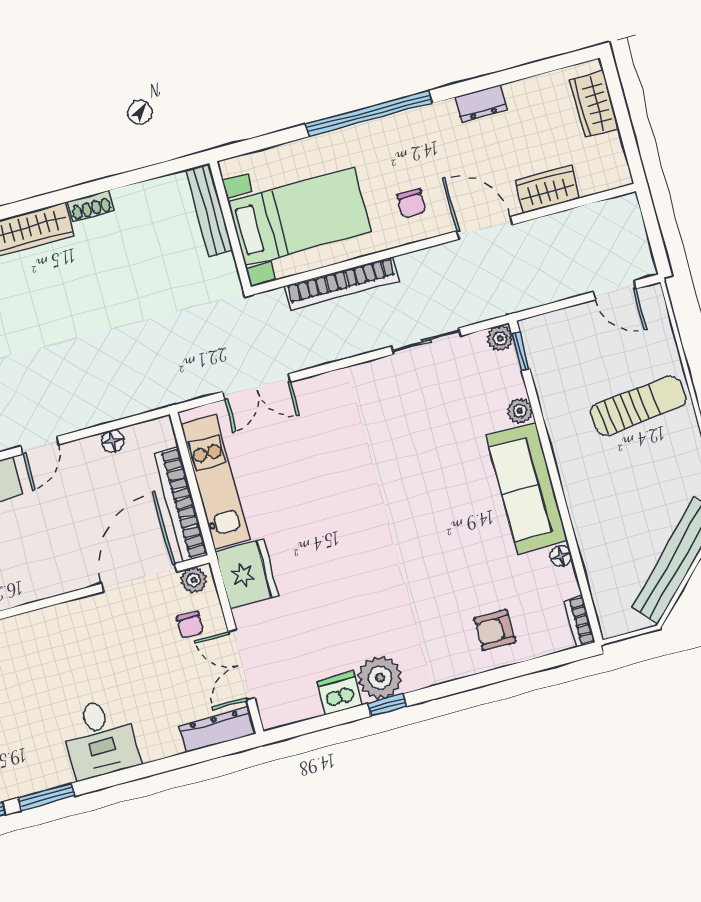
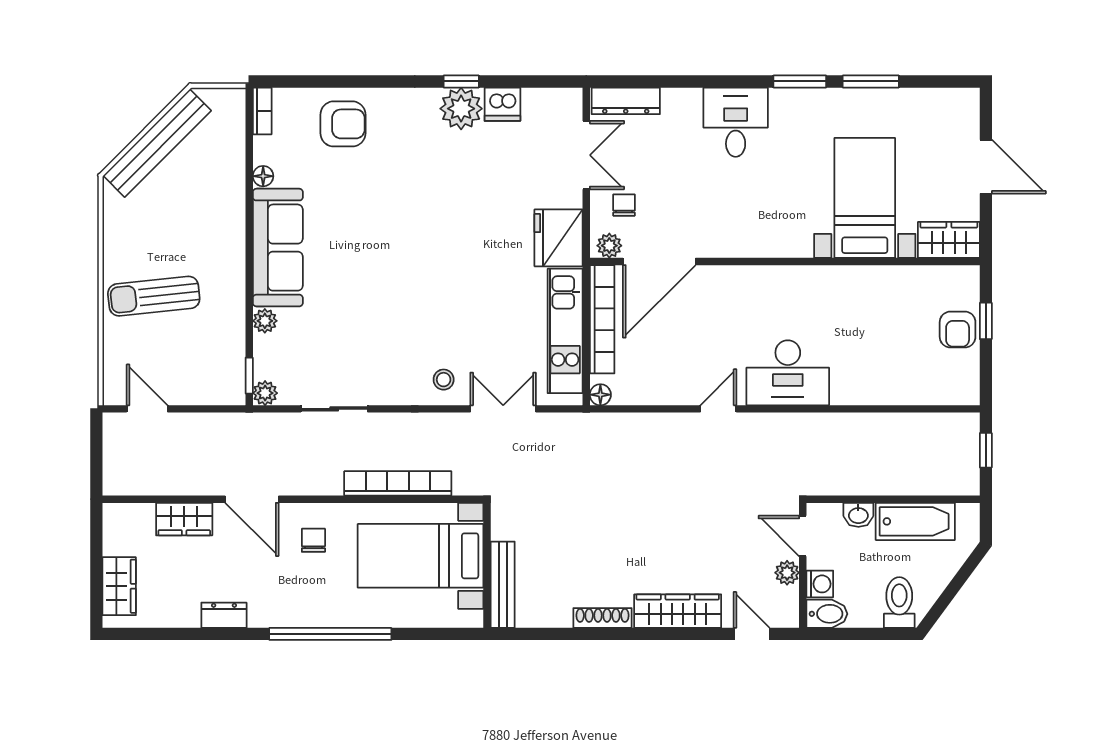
shoe rack: (91, 206) -> (602, 618), width x1.43
stool: (324, 400) -> (444, 380), added
floor lamp: (113, 441) -> (600, 395), moved
armchair: (495, 630) -> (343, 124), width x1.38, depth x1.38

